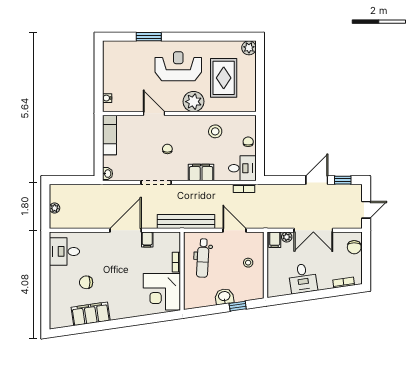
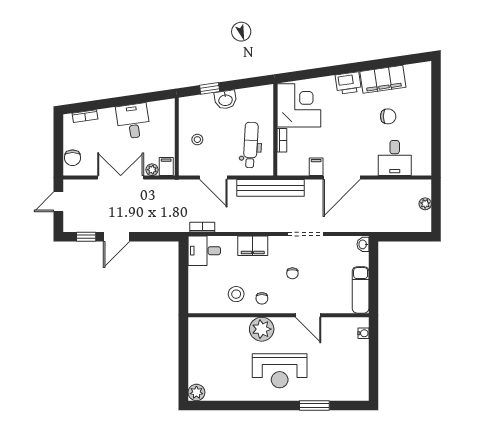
rug: (224, 78) -> (226, 357), removed
chair: (248, 142) -> (262, 298), moved
chair: (354, 247) -> (73, 158), turned 180
desk: (64, 251) -> (395, 158), moved, turned 90
printer: (120, 311) -> (348, 83), added

